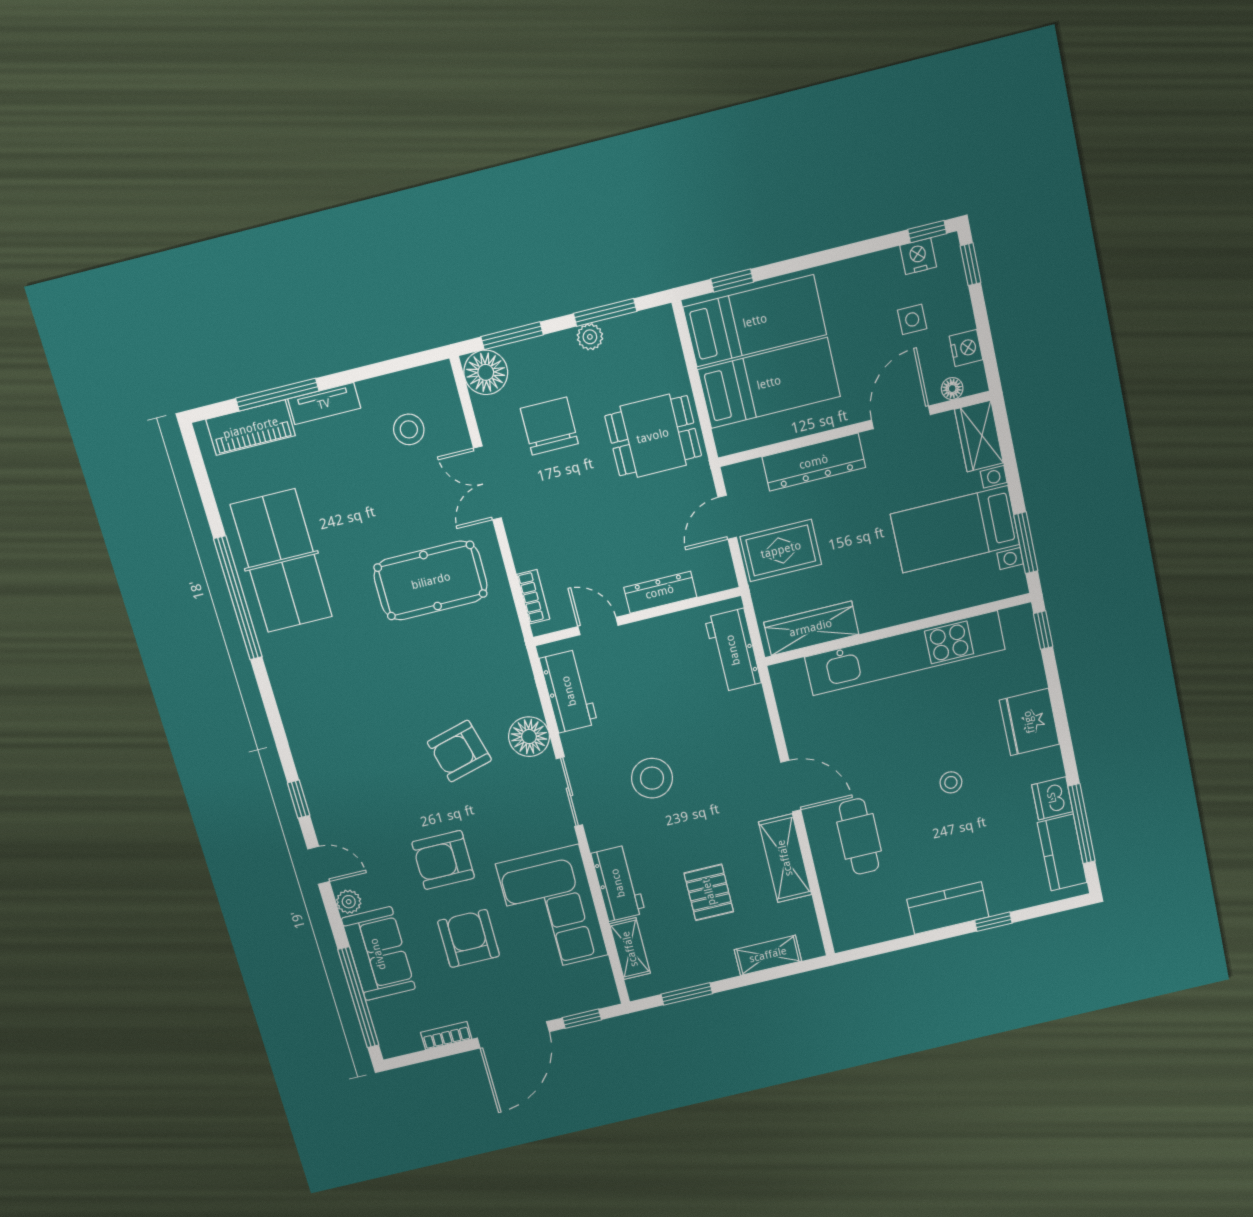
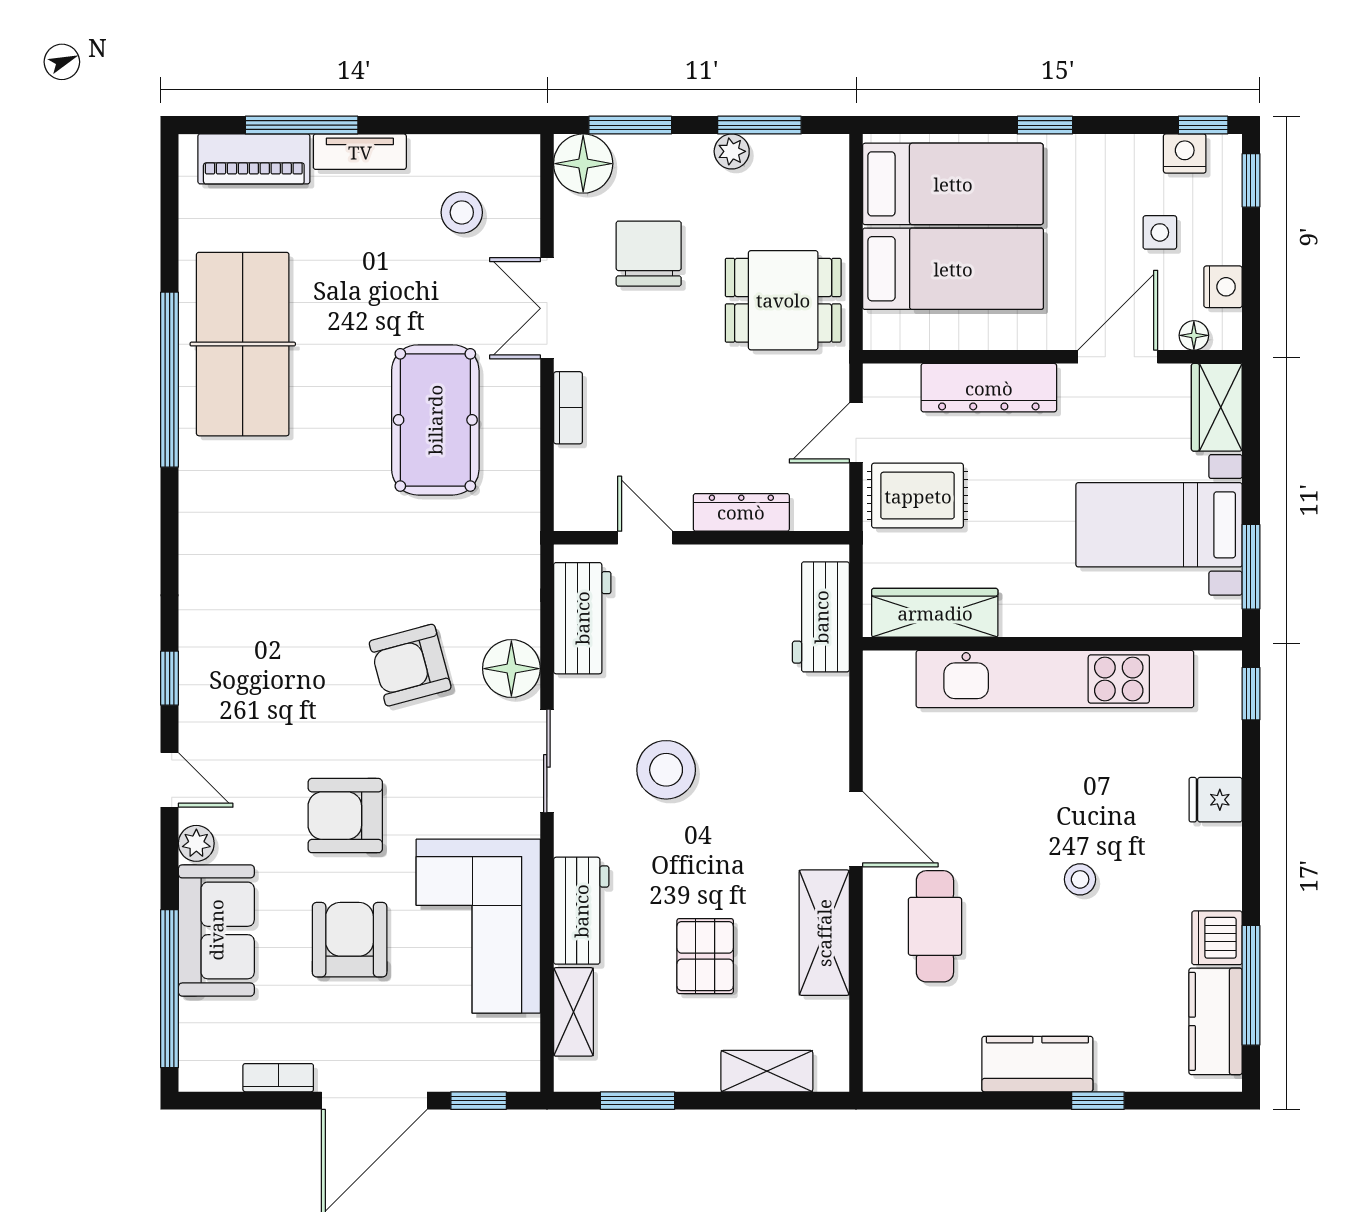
window: (732, 281) -> (1045, 125), moved
pool table: (431, 581) -> (435, 420), turned 90
bookcase: (533, 597) -> (568, 408), moved
fridge: (1029, 722) -> (1216, 800), width x0.53, depth x0.75

